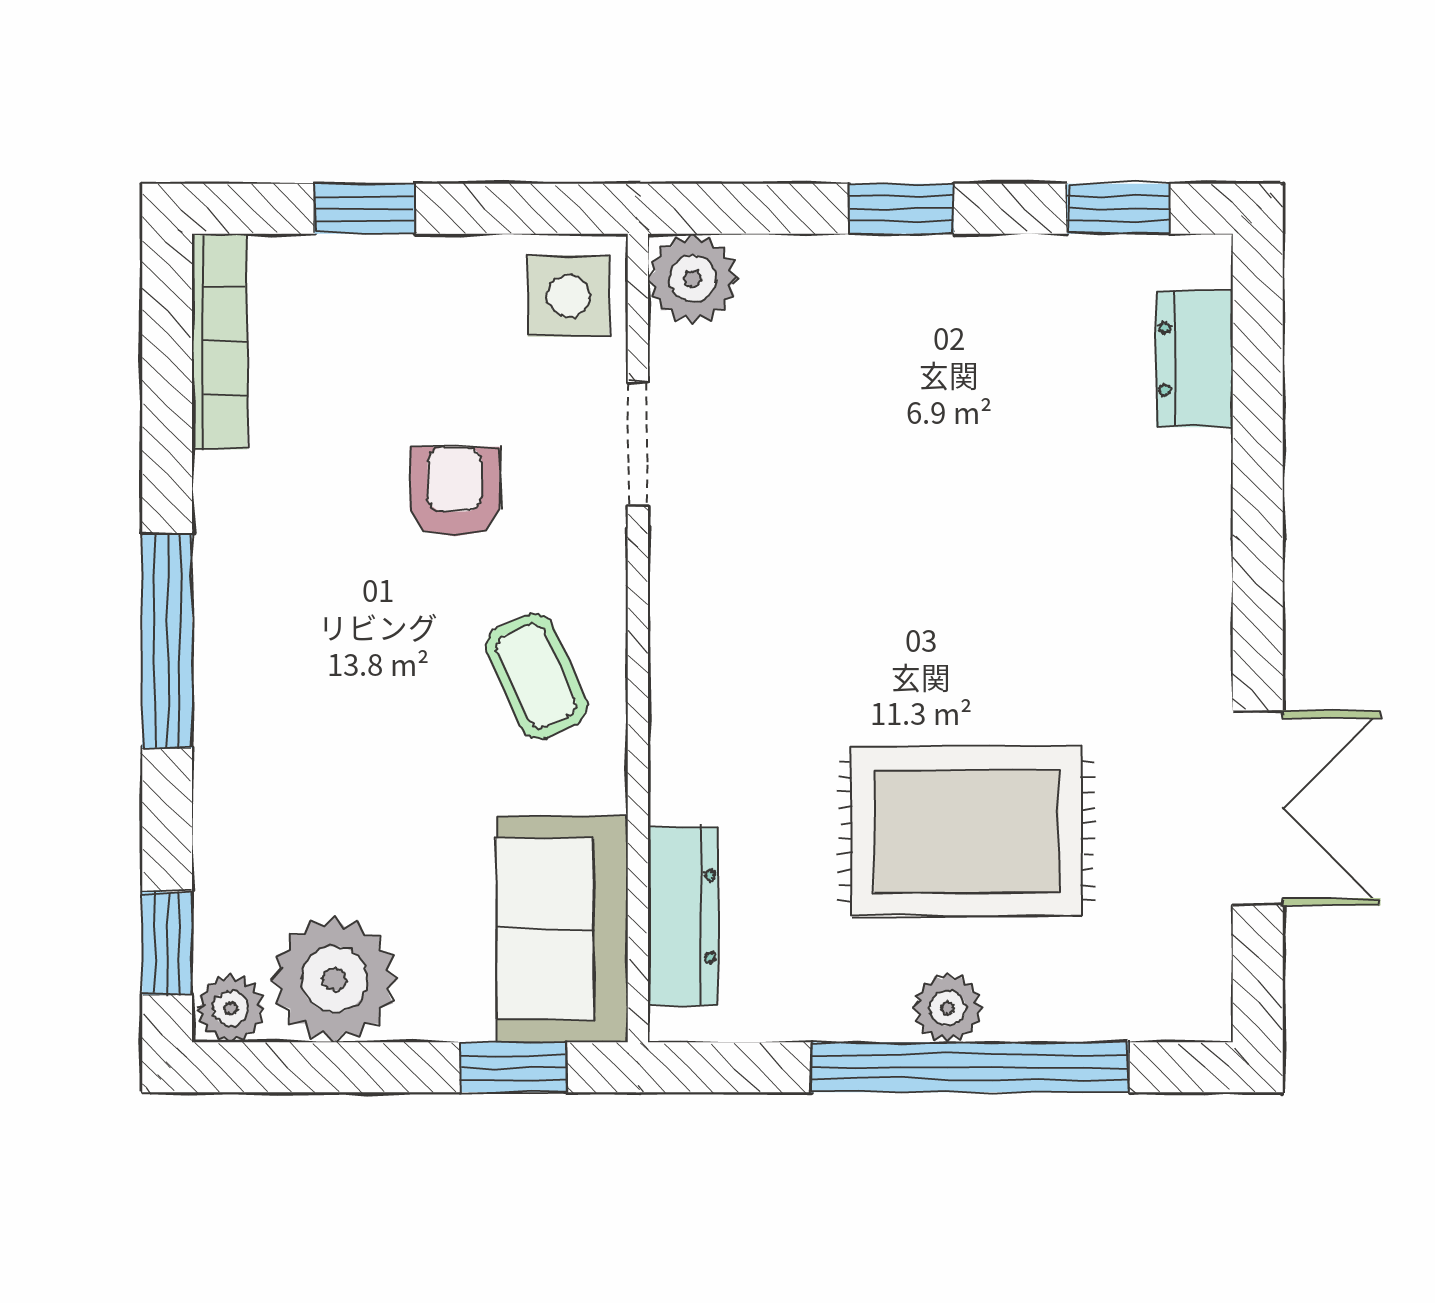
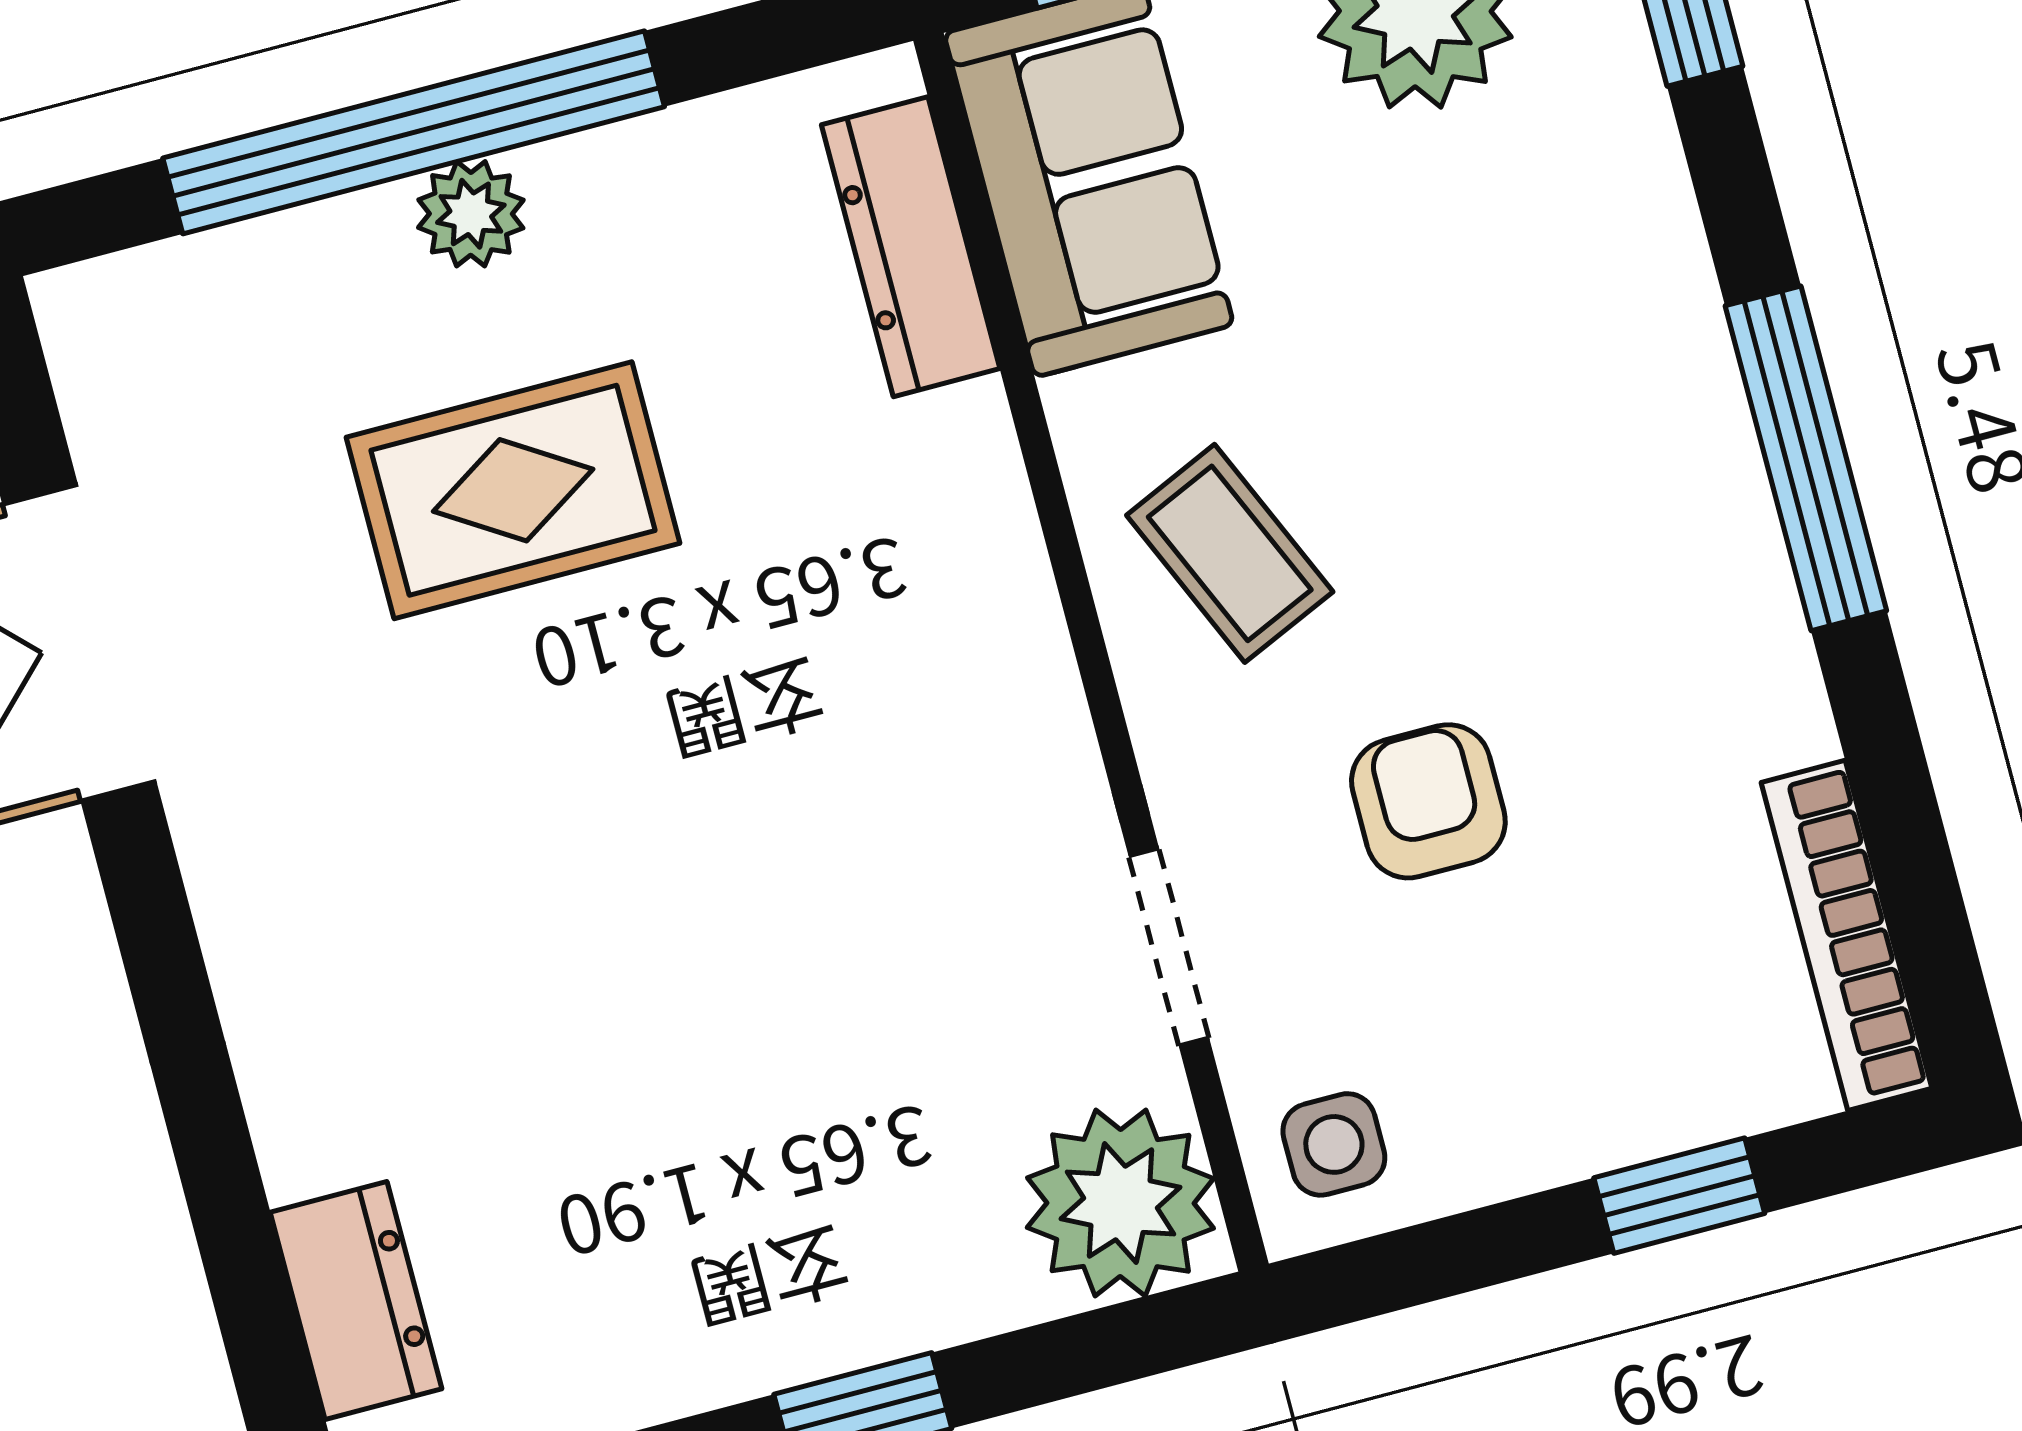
plant: (693, 278) -> (1120, 1203), width x1.36, depth x1.36
side table: (568, 296) -> (1334, 1144), width x0.73, depth x0.73
armchair: (455, 492) -> (1428, 801), turned 180
rug: (967, 831) -> (513, 490), width x0.73, depth x0.70

